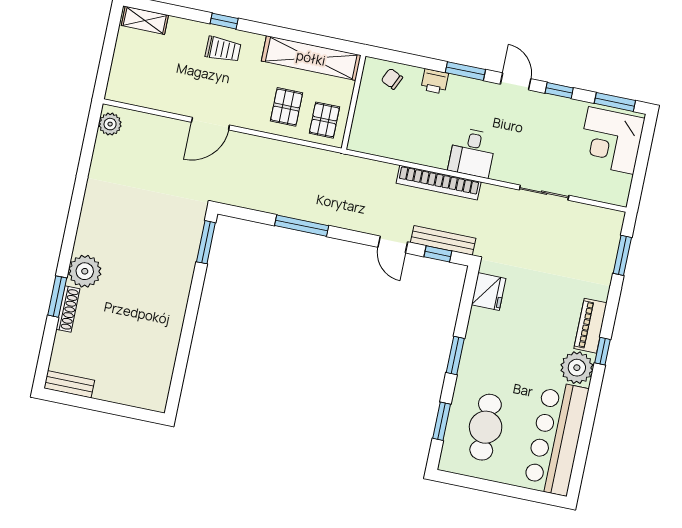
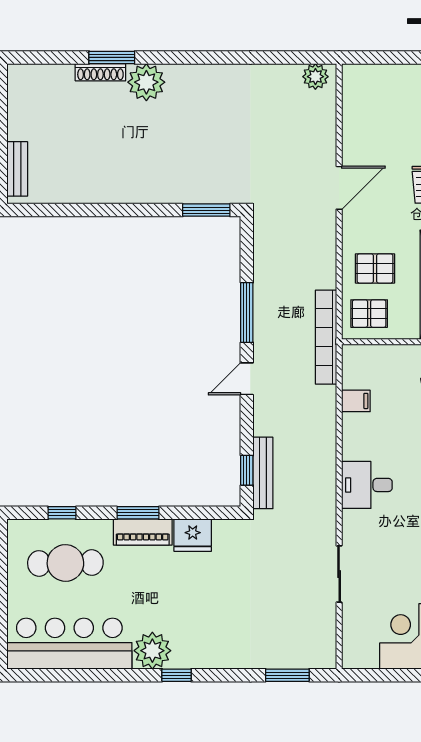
door: (210, 124) -> (339, 188), swing flipped
filing cabinet: (398, 147) -> (356, 401), added
bookcase: (439, 183) -> (326, 337), moved
door: (393, 244) -> (247, 379), moved
fridge: (489, 292) -> (193, 535), moved
piano: (590, 326) -> (143, 532), moved, turned 180
bench: (69, 384) -> (17, 169), moved
window: (442, 421) -> (62, 513), width x0.67

